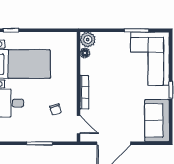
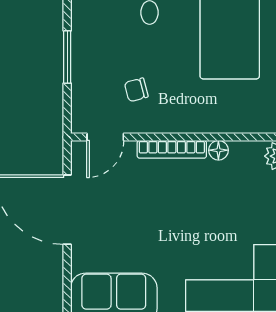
floor lamp: (85, 53) -> (218, 150), moved

